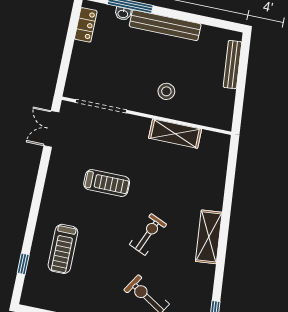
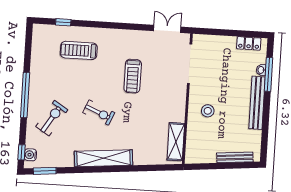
shelving: (175, 134) -> (176, 142), moved
shelving: (209, 237) -> (103, 158), width x1.47

